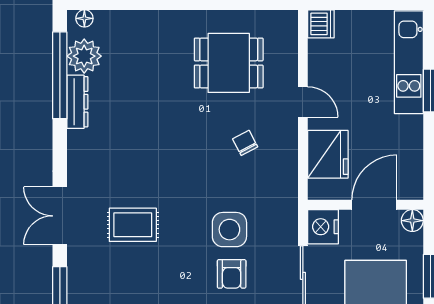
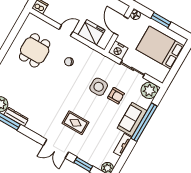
rug: (133, 225) -> (75, 123), turned 90

